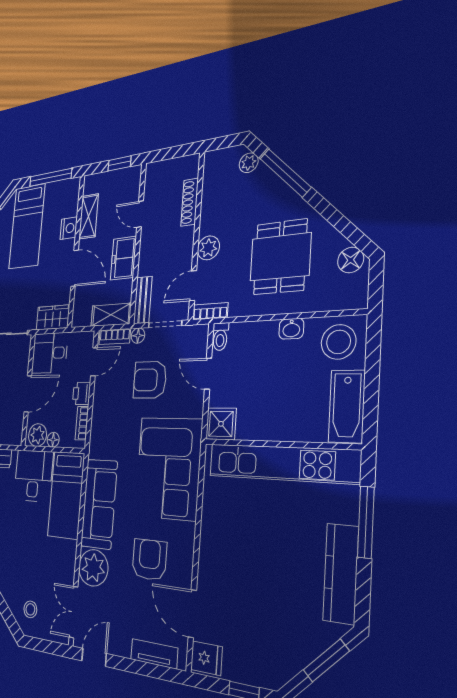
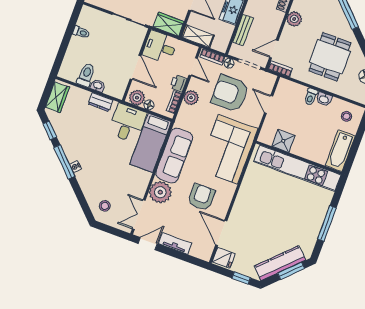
plant: (208, 248) -> (294, 19), moved
bench: (143, 300) -> (243, 30), moved
shelving: (111, 315) -> (198, 36), moved
toilet: (220, 337) -> (311, 97), moved
stool: (339, 342) -> (346, 116), width x0.53, depth x0.53
door: (94, 362) -> (193, 67), hinge flipped
armchair: (150, 380) -> (230, 93), width x1.36, depth x1.36
door: (28, 394) -> (135, 67), hinge flipped
plant: (101, 408) -> (191, 98), added
shower: (221, 424) -> (283, 141), moved
window: (366, 522) -> (327, 223), moved
kitchen counter: (341, 574) -> (280, 263), moved, turned 45
tv unit: (154, 654) -> (175, 244), moved

